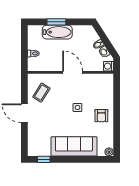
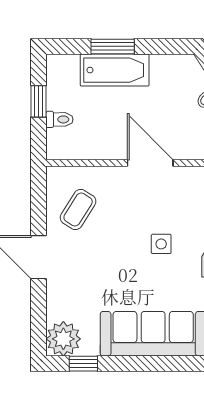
window: (24, 46) -> (39, 101), added
plant: (35, 149) -> (63, 339), added

